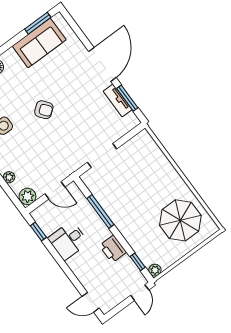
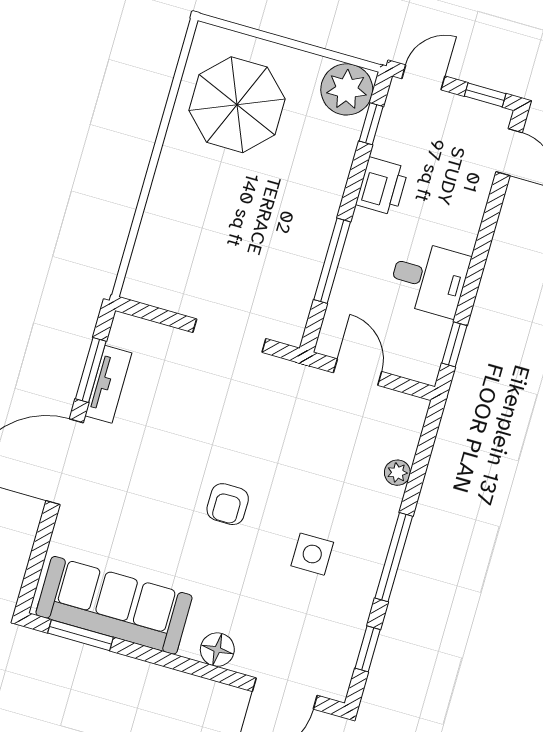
sofa: (39, 43) -> (114, 605), width x1.36
armchair: (44, 110) -> (228, 504), turned -142
plant: (28, 196) -> (406, 413), removed
plant: (155, 270) -> (347, 89), width x1.88, depth x1.88
window: (117, 309) -> (485, 95), added

